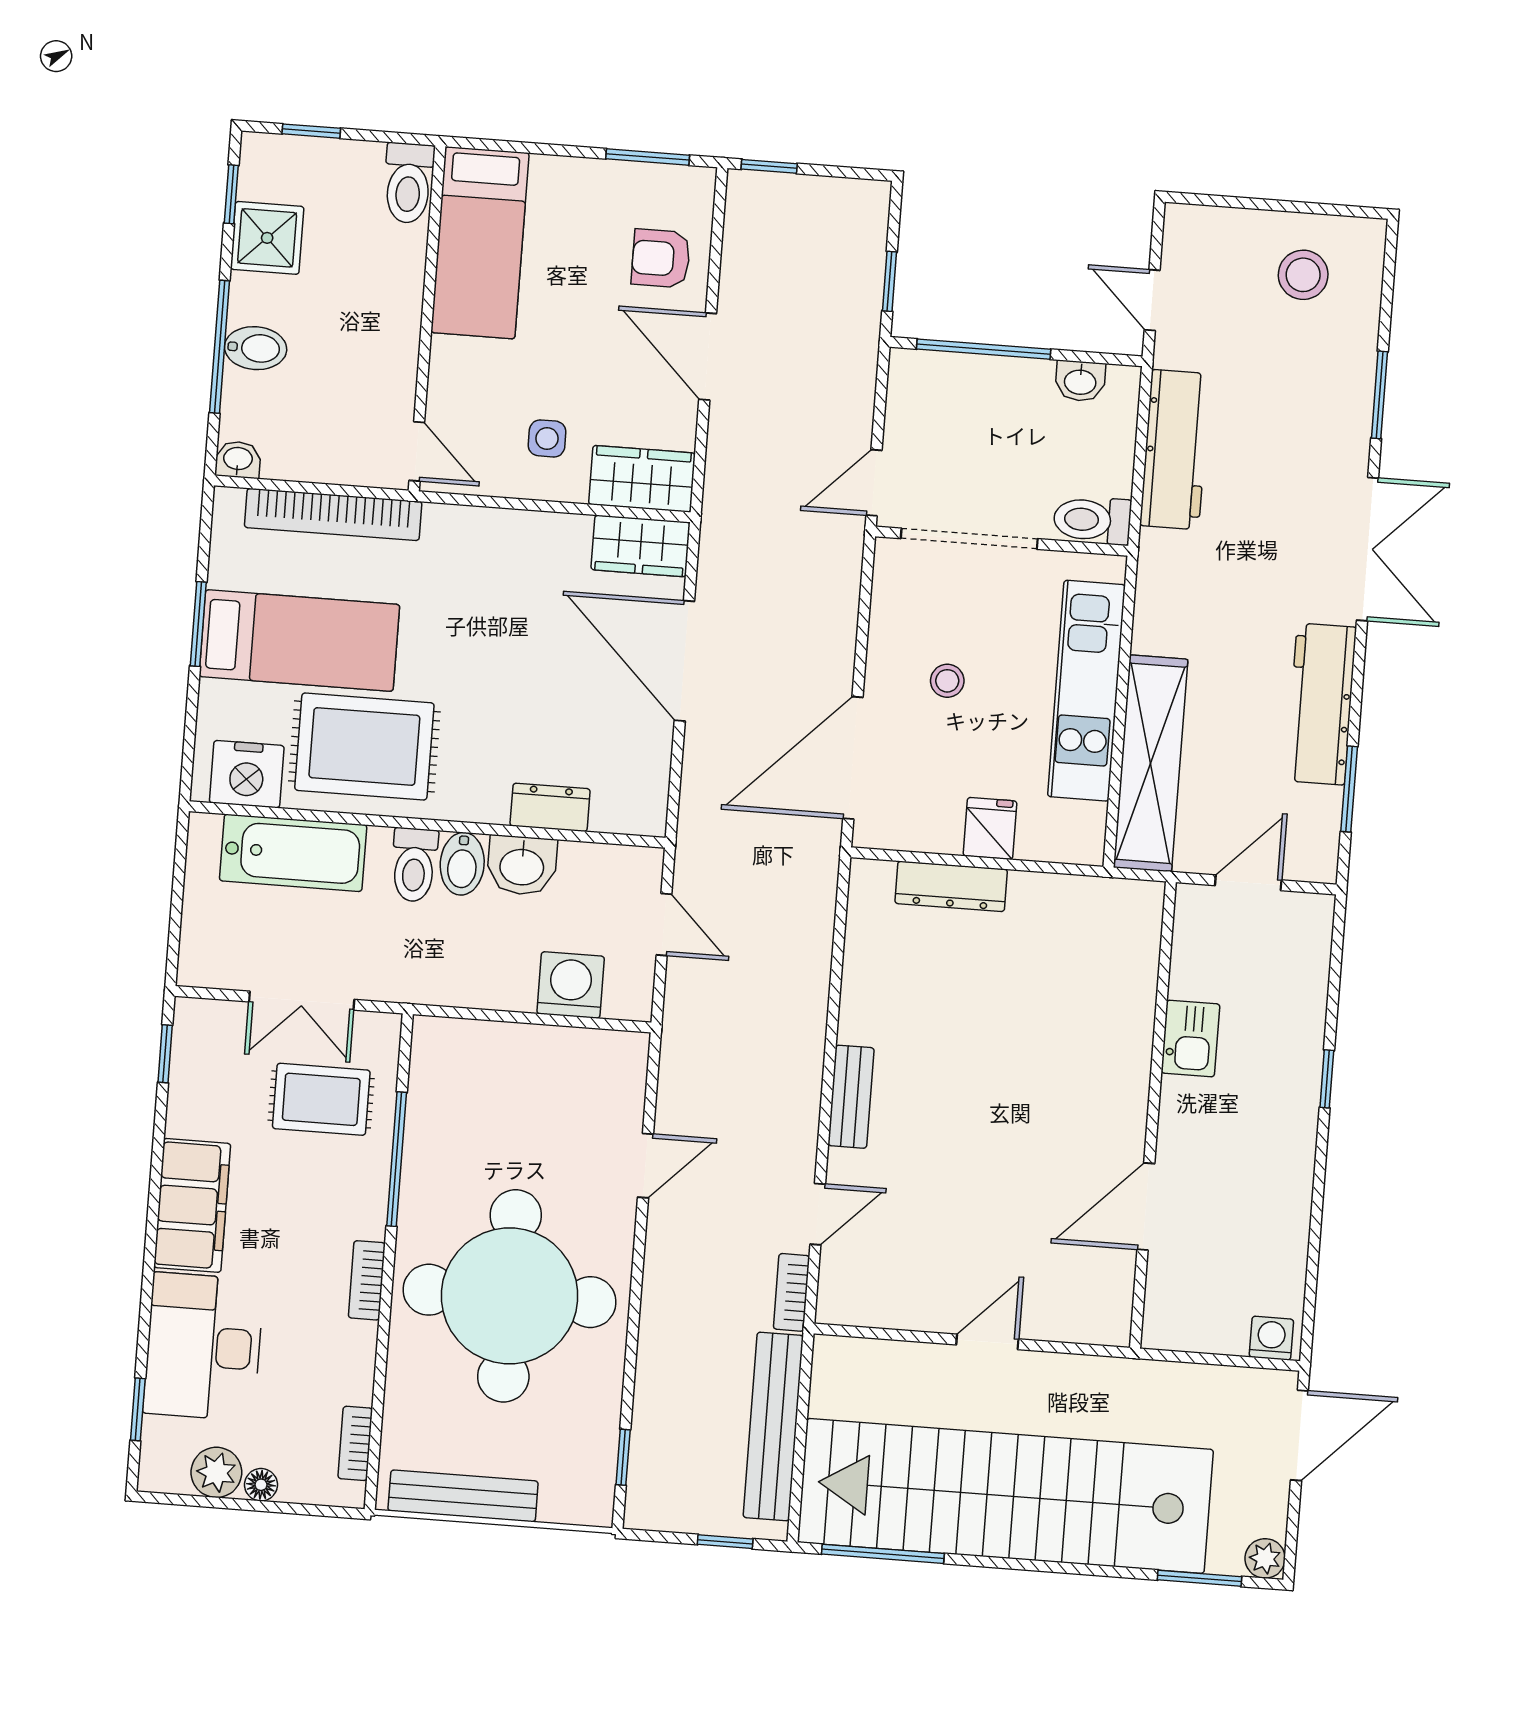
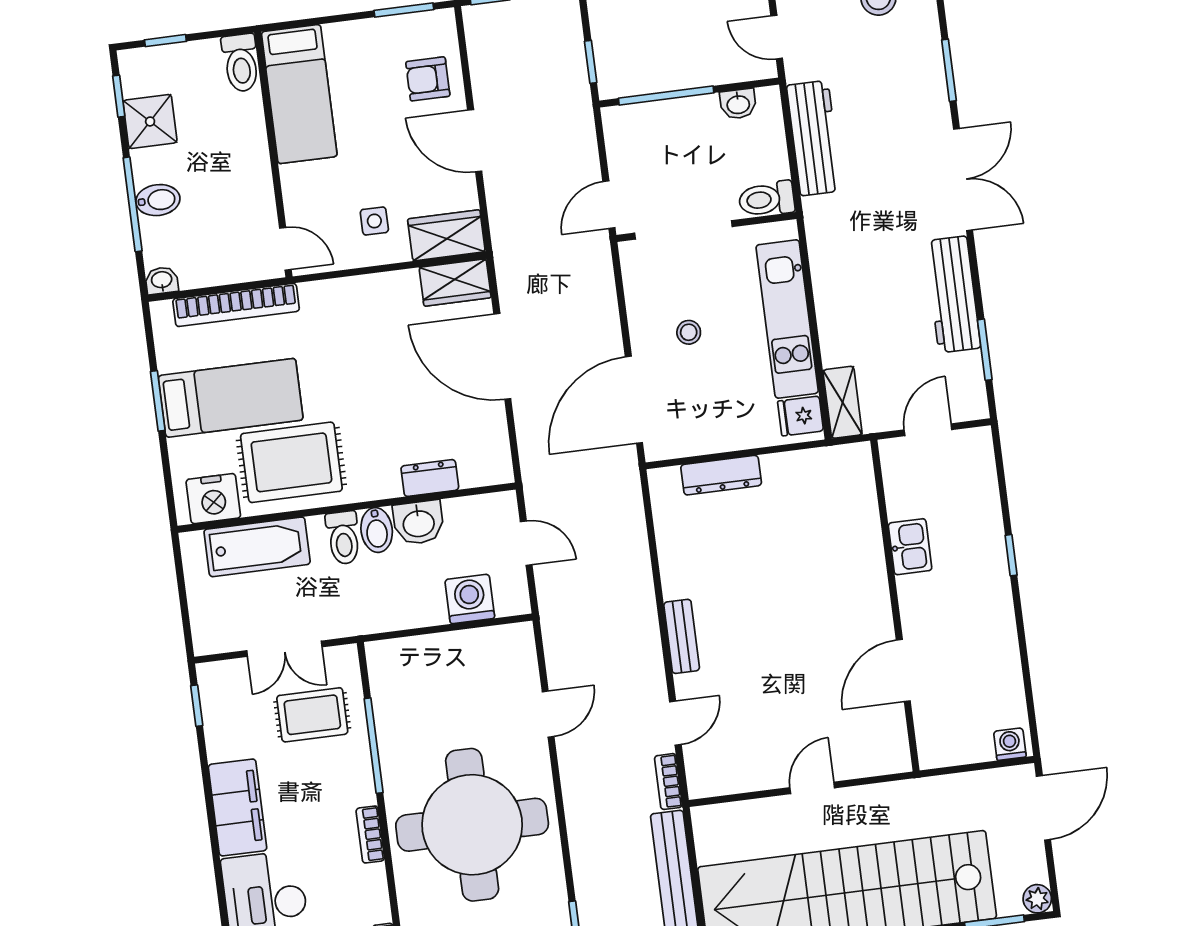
shelving: (1151, 763) -> (843, 402), width x0.45, depth x0.75
fridge: (990, 828) -> (800, 416), moved, turned -90

